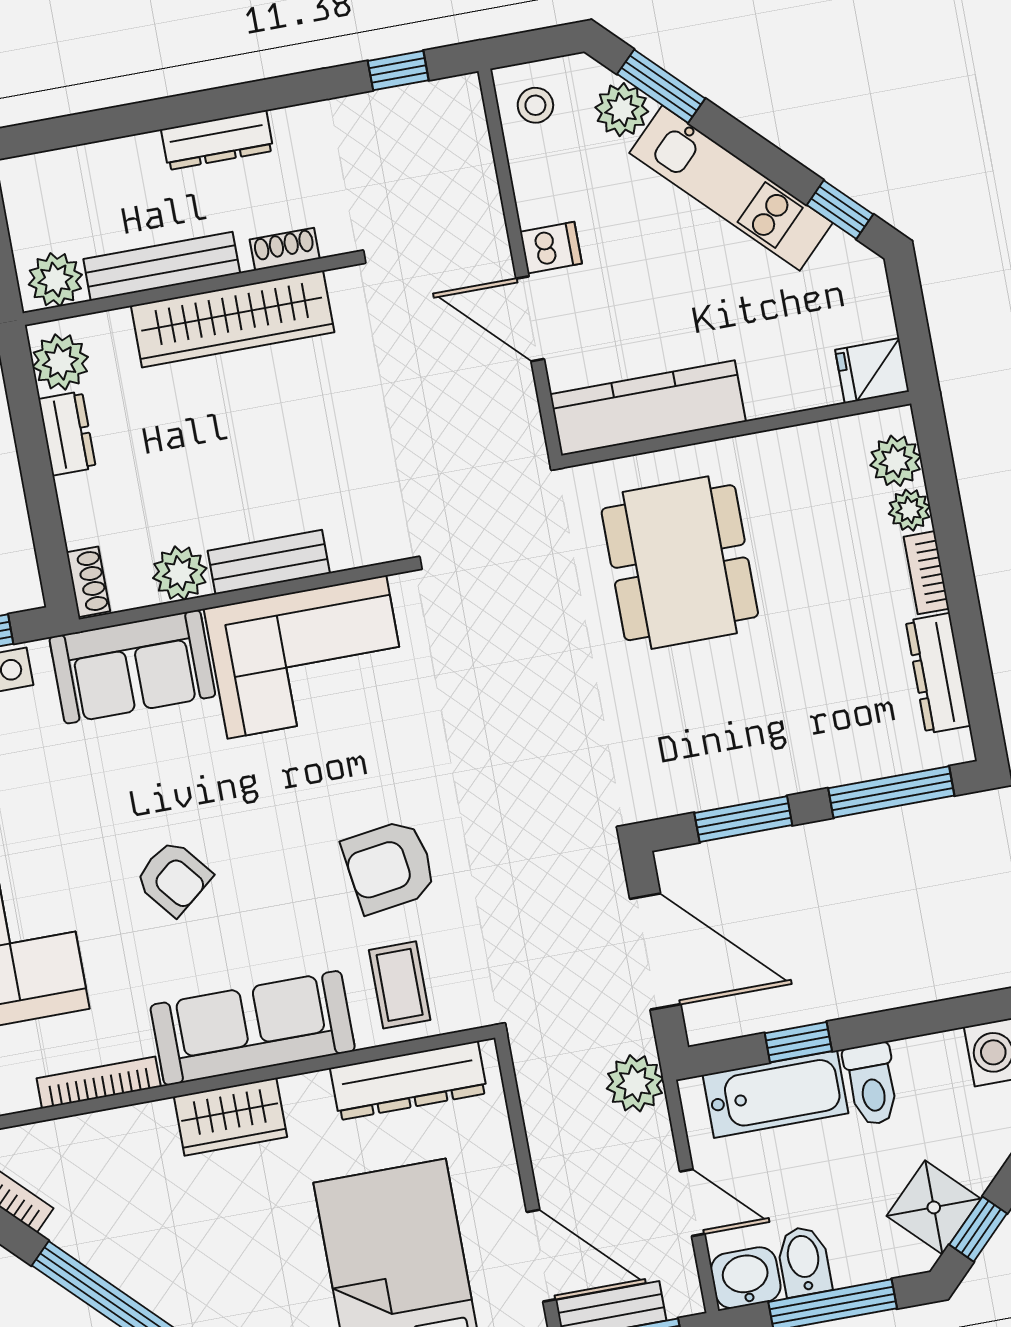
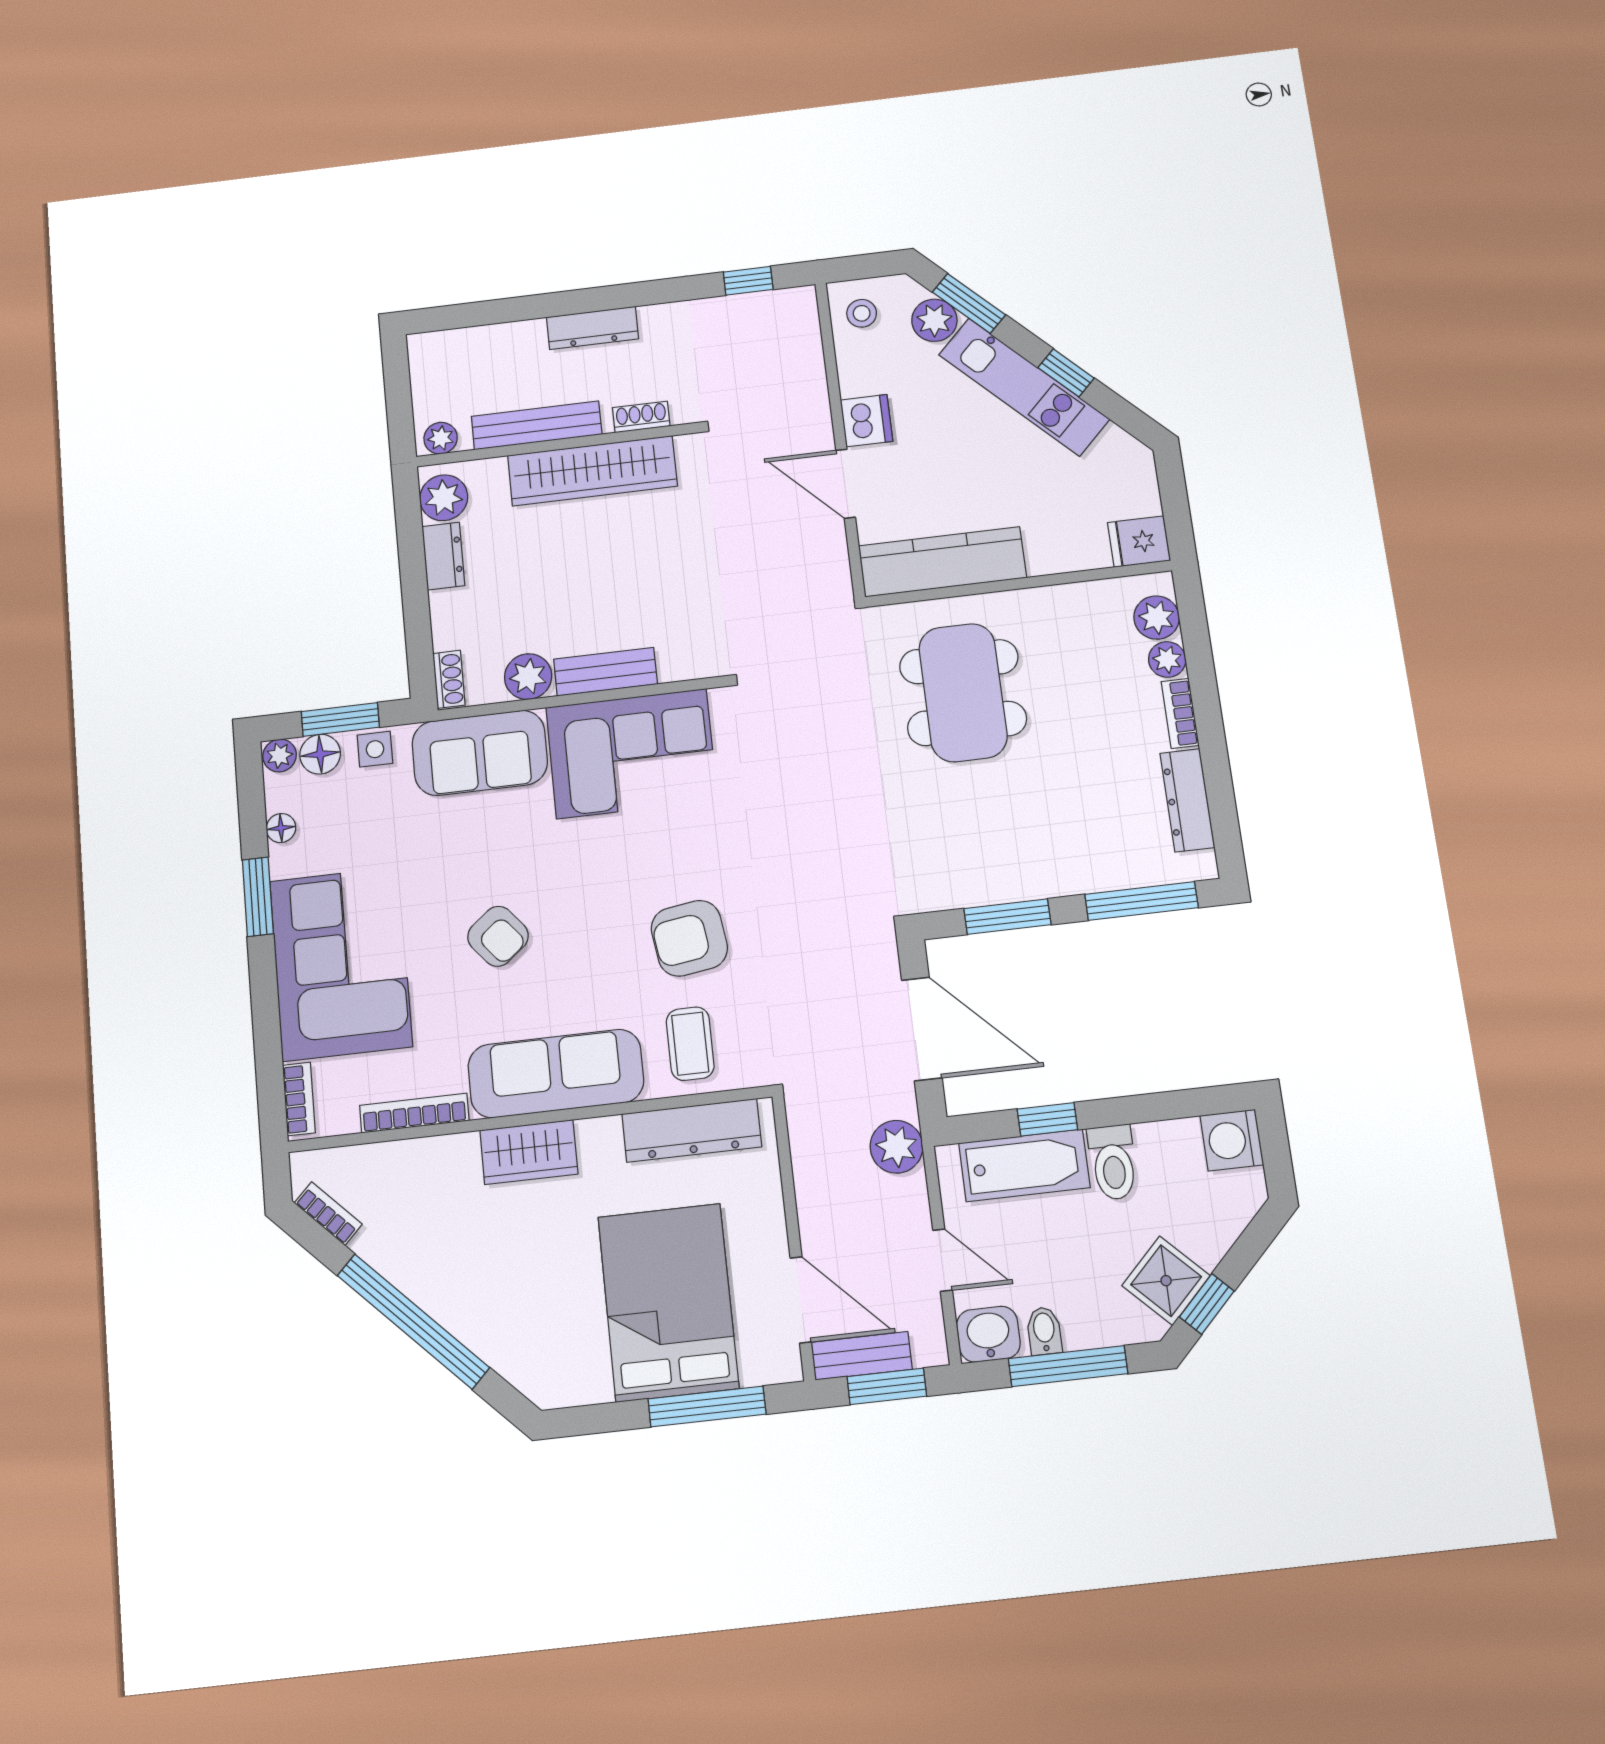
window: (840, 210) -> (1066, 373), moved
dishwasher: (551, 248) -> (866, 421), width x1.38
plant: (55, 280) -> (441, 438), width x0.73, depth x0.73
bidet: (804, 1261) -> (1044, 1331), width x0.72, depth x0.74

